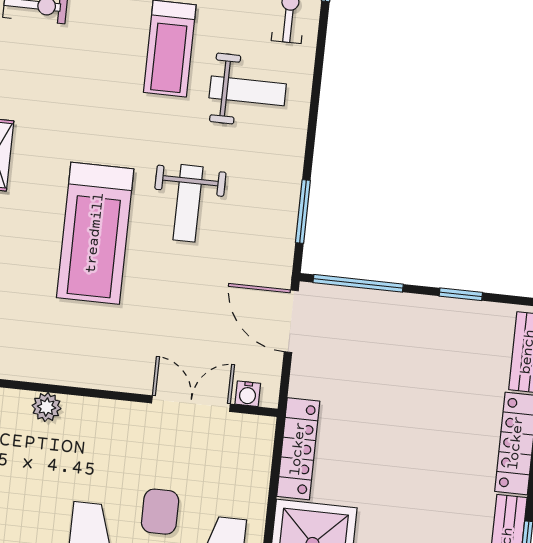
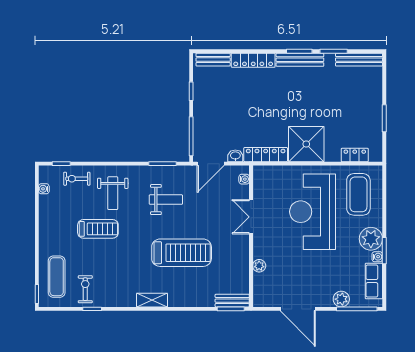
weight bench: (248, 91) -> (113, 193), turned 180
weight bench: (188, 203) -> (166, 200), moved
washbasin: (303, 379) -> (235, 156), added
double door: (191, 404) -> (251, 217), moved

